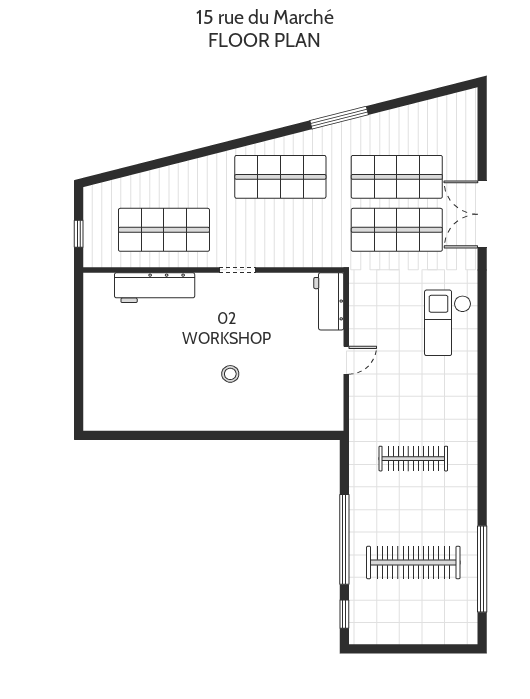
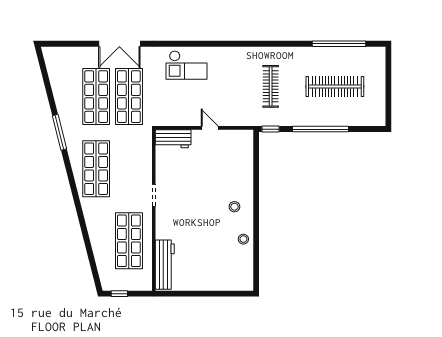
window: (79, 234) -> (119, 294), moved
workbench: (155, 288) -> (165, 265), moved
stool: (230, 374) -> (234, 207), moved
stool: (167, 415) -> (243, 239), added
clothes rail: (413, 563) -> (335, 86), turned 90
window: (344, 614) -> (270, 129), moved

